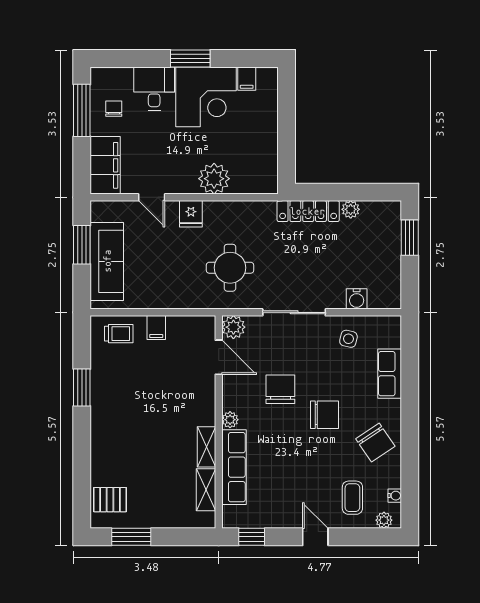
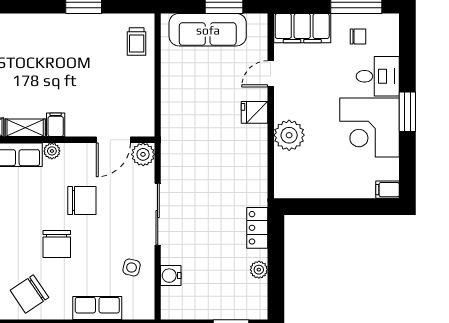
filing cabinet: (247, 79) -> (388, 190), moved
locker: (308, 211) -> (257, 228), width x0.66
round table: (230, 268) -> (201, 151), removed
filing cabinet: (156, 328) -> (56, 125), moved, turned 90

